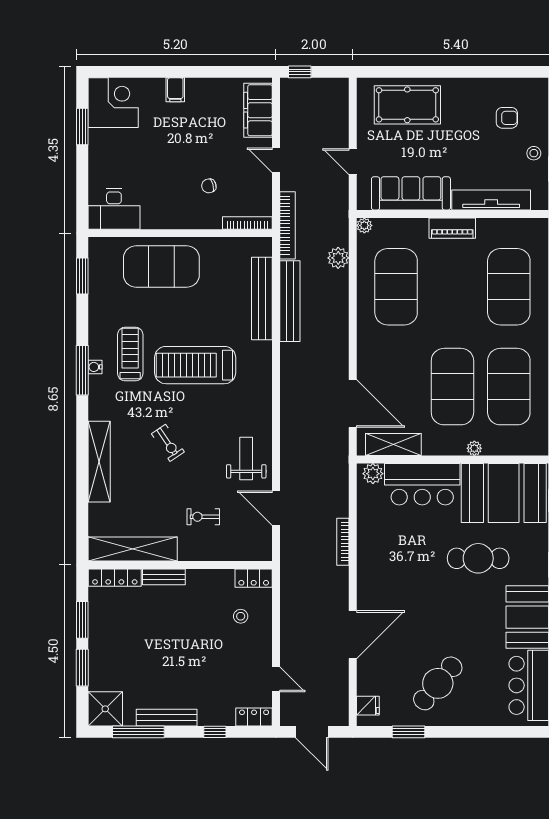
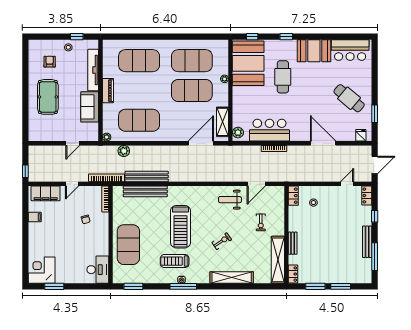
filing cabinet: (175, 90) -> (35, 217), moved
pool table: (407, 105) -> (48, 97), moved
sofa: (411, 193) -> (90, 107), width x0.73
bar counter: (422, 484) -> (270, 130), moved, turned -90
locker: (115, 578) -> (293, 274), width x0.66
shower: (105, 709) -> (362, 274), removed

